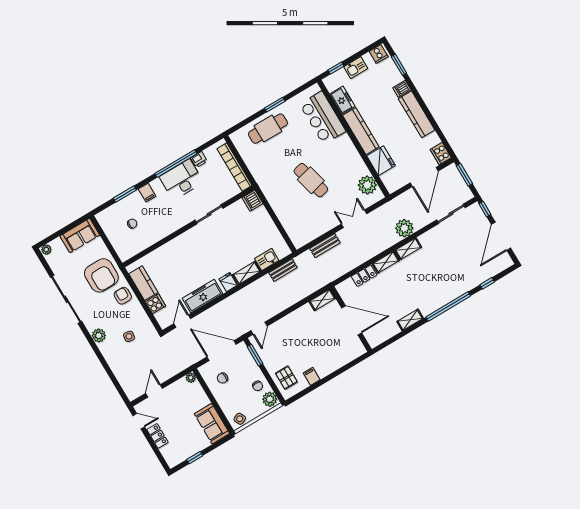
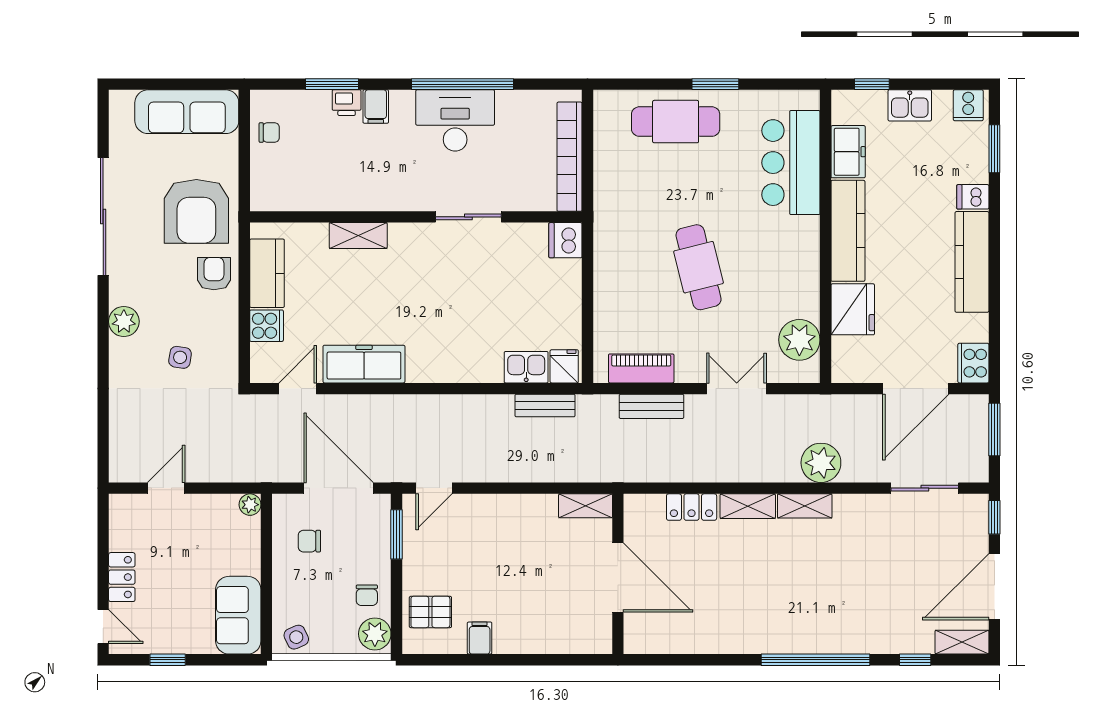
printer: (199, 160) -> (347, 103), moved
chair: (132, 224) -> (269, 133), moved
piano: (312, 233) -> (641, 368), added
sofa: (80, 235) -> (187, 112), width x1.36
plant: (46, 250) -> (122, 101), removed
shelving: (247, 273) -> (358, 236), moved
fridge: (228, 282) -> (564, 366), moved
shelving: (410, 320) -> (962, 642), moved
pallet: (286, 378) -> (430, 612), turned 90
door: (139, 421) -> (103, 627), moved

